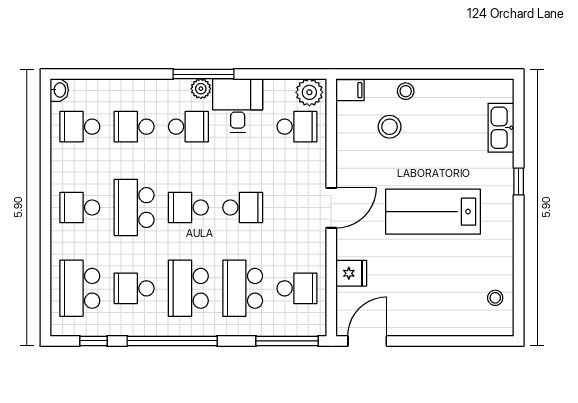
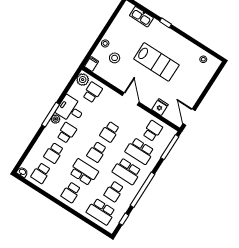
school desk: (134, 207) -> (84, 172), turned 180
school desk: (243, 207) -> (110, 132), turned 180
lab bench: (433, 212) -> (156, 62), turned -90

